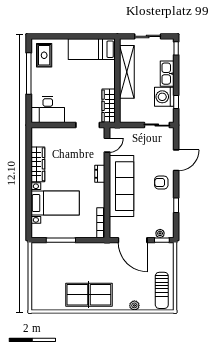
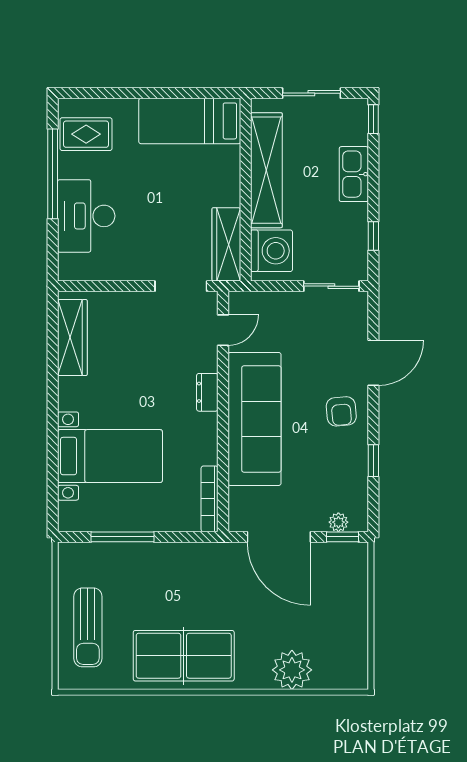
rug: (44, 55) -> (86, 134), turned 90
washing machine: (164, 97) -> (271, 251), moved, turned 180
desk: (48, 110) -> (86, 216), moved, turned 90
wardrobe: (38, 164) -> (72, 338), moved
armchair: (161, 183) -> (341, 411), turned -95
sun lounger: (162, 290) -> (88, 627), moved
plant: (134, 305) -> (292, 670), width x1.87, depth x1.87

